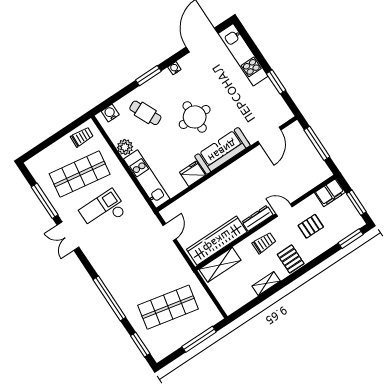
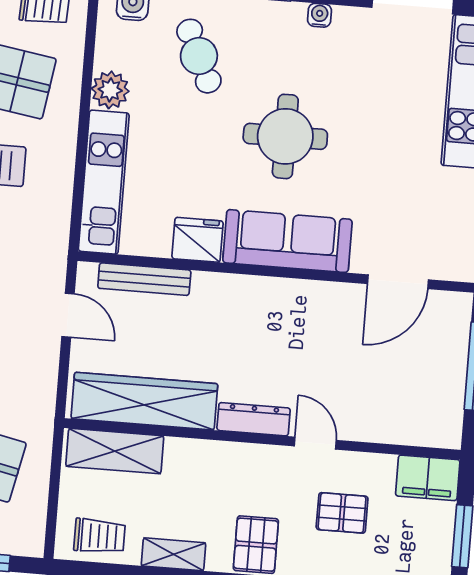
bench: (185, 200) -> (144, 279), added
door: (169, 232) -> (68, 315), hinge flipped
trolley: (264, 243) -> (100, 536), moved

